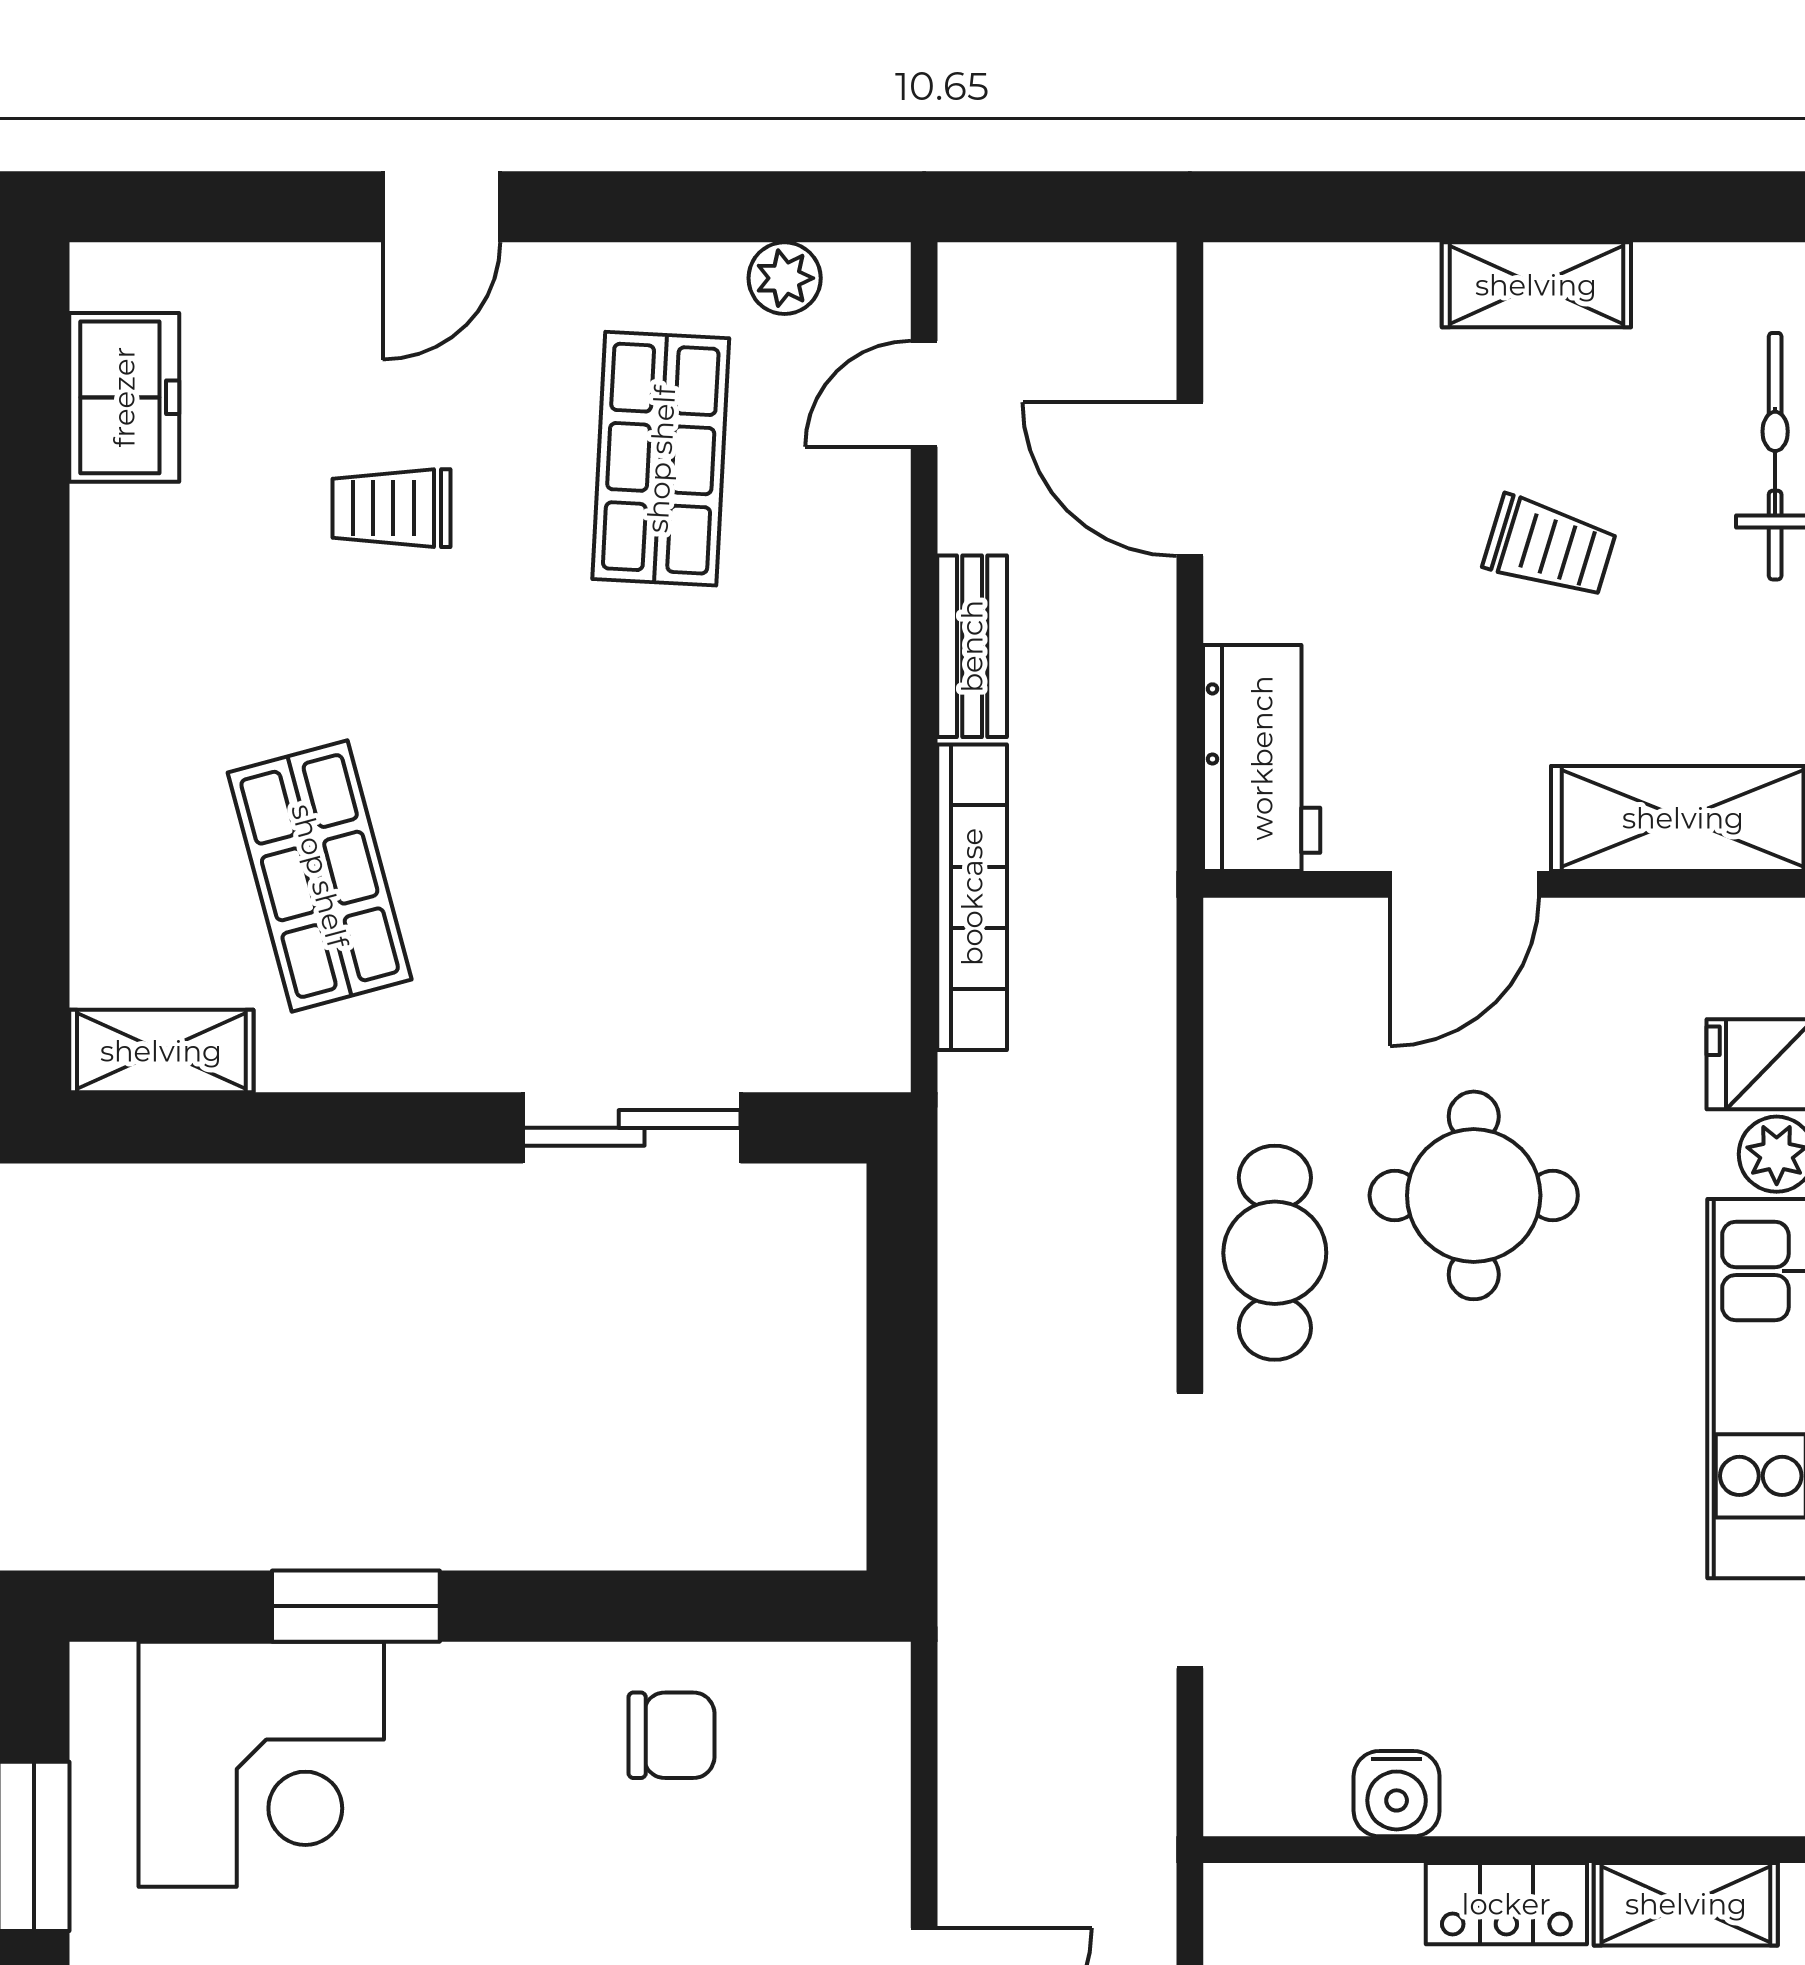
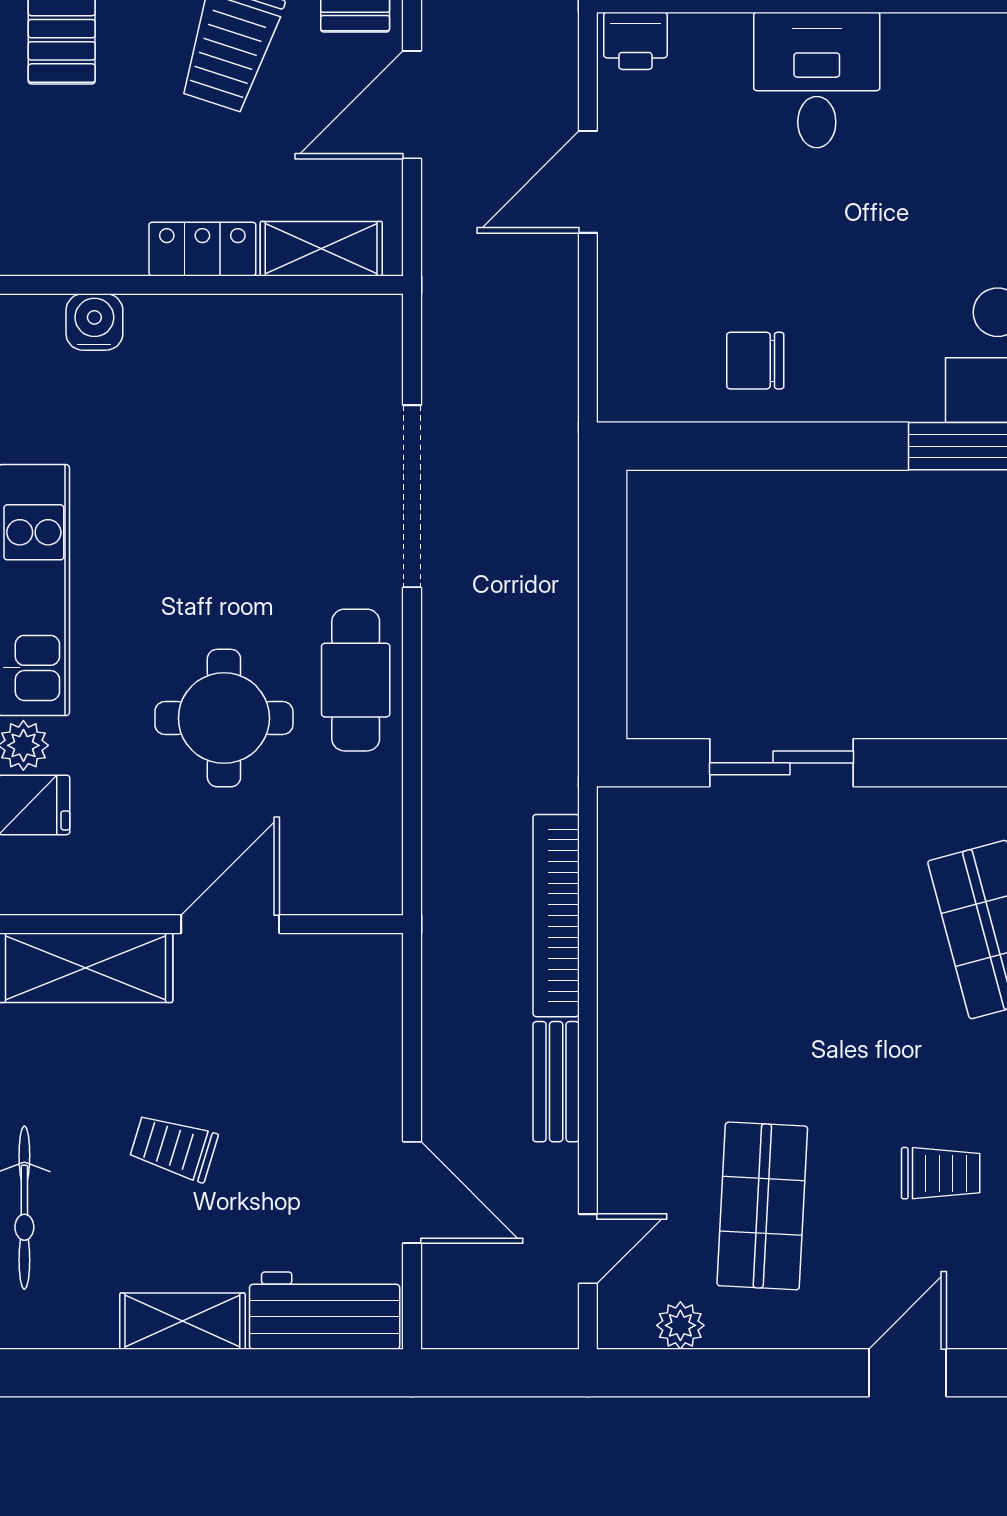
workbench: (1262, 758) -> (325, 1311), moved, turned 90
water cooler: (1397, 1794) -> (94, 322), moved
shelving: (1686, 1904) -> (321, 249), moved

